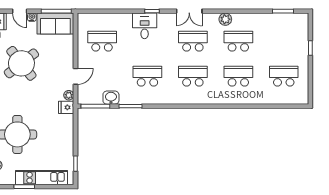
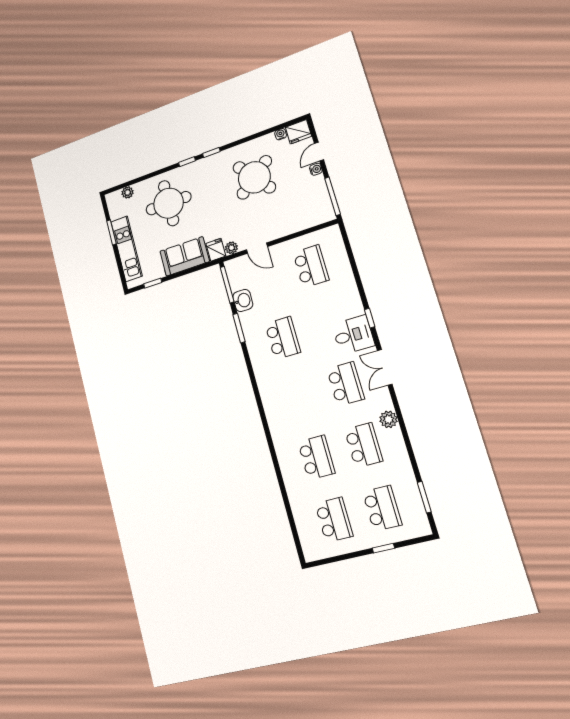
sofa: (55, 24) -> (185, 256), moved, turned 90
desk: (145, 26) -> (353, 335), moved
school desk: (193, 76) -> (382, 508), moved

